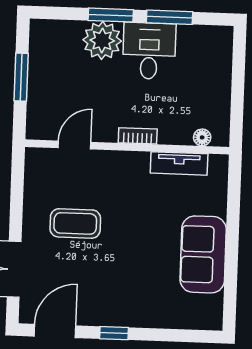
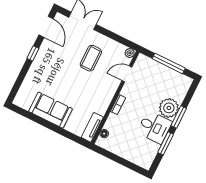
window: (21, 77) -> (169, 63), width x1.44
door: (75, 145) -> (127, 74), swing flipped
plant: (34, 157) -> (130, 53), added
tv unit: (179, 163) -> (92, 127), moved

